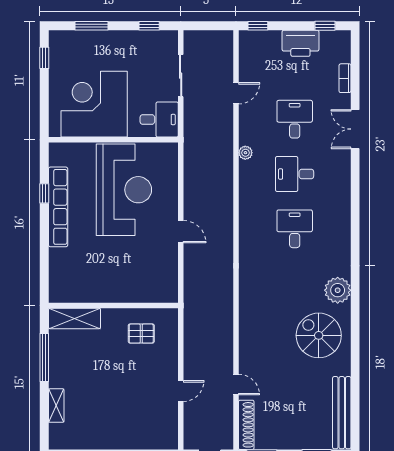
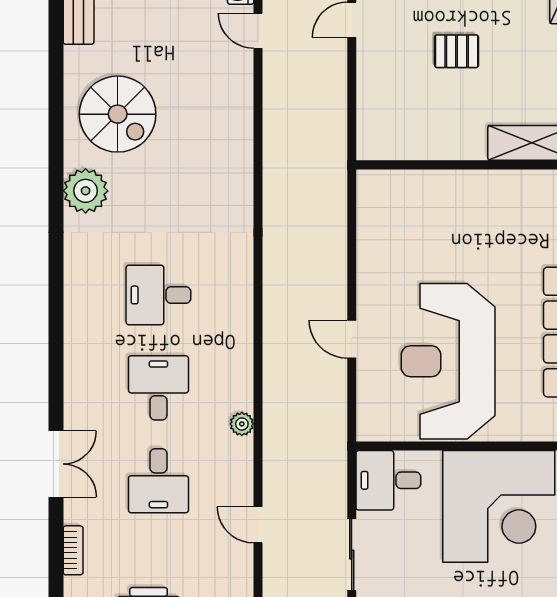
door: (236, 93) -> (258, 525), hinge flipped
desk: (295, 174) -> (158, 388), turned -90
desk: (295, 229) -> (158, 295), turned 90
door: (181, 232) -> (352, 339), moved
pallet: (141, 334) -> (457, 51), moved

